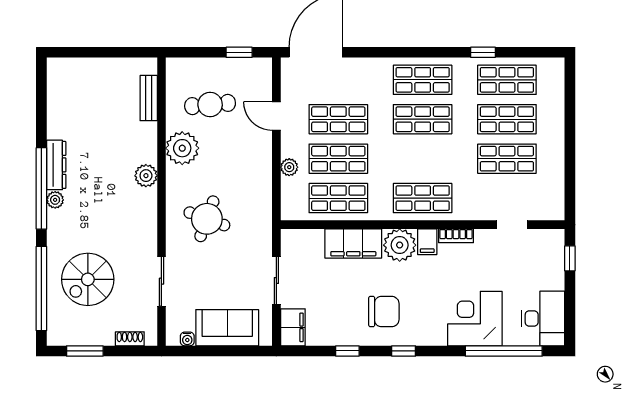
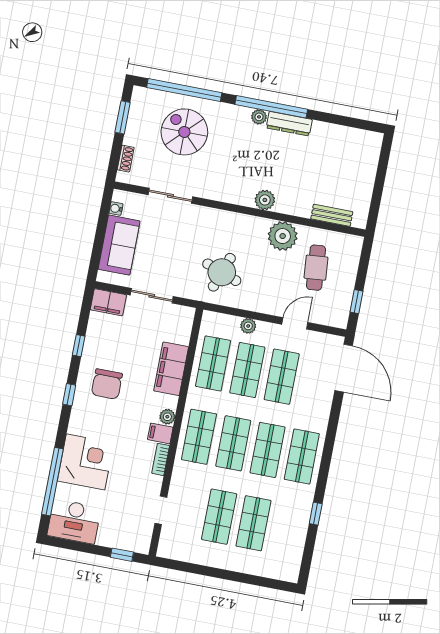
shop shelf: (507, 80) -> (233, 443), moved
round table: (207, 219) -> (222, 272), moved
plant: (400, 245) -> (167, 417), width x0.53, depth x0.53

